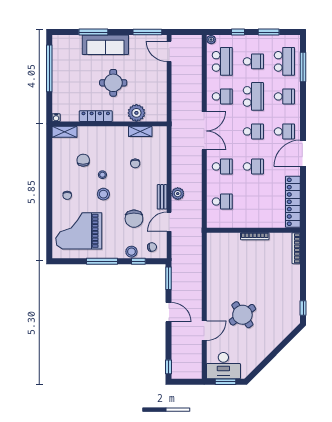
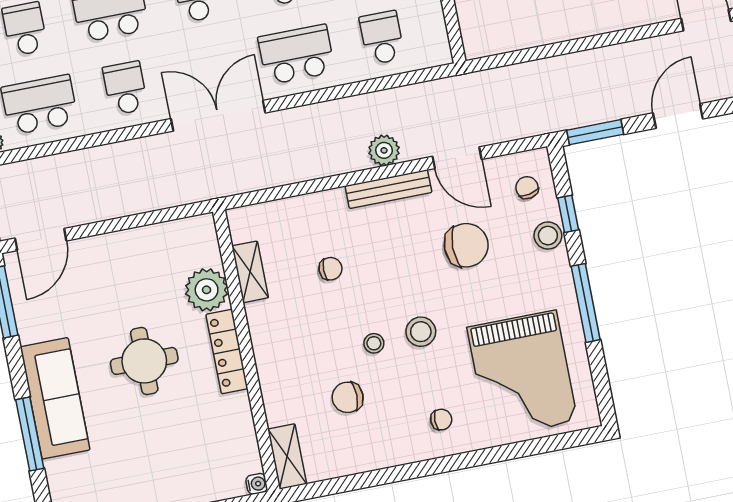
locker: (96, 116) -> (227, 352), moved
school desk: (222, 166) -> (296, 55), width x1.85
bench: (162, 197) -> (388, 189), width x1.36

